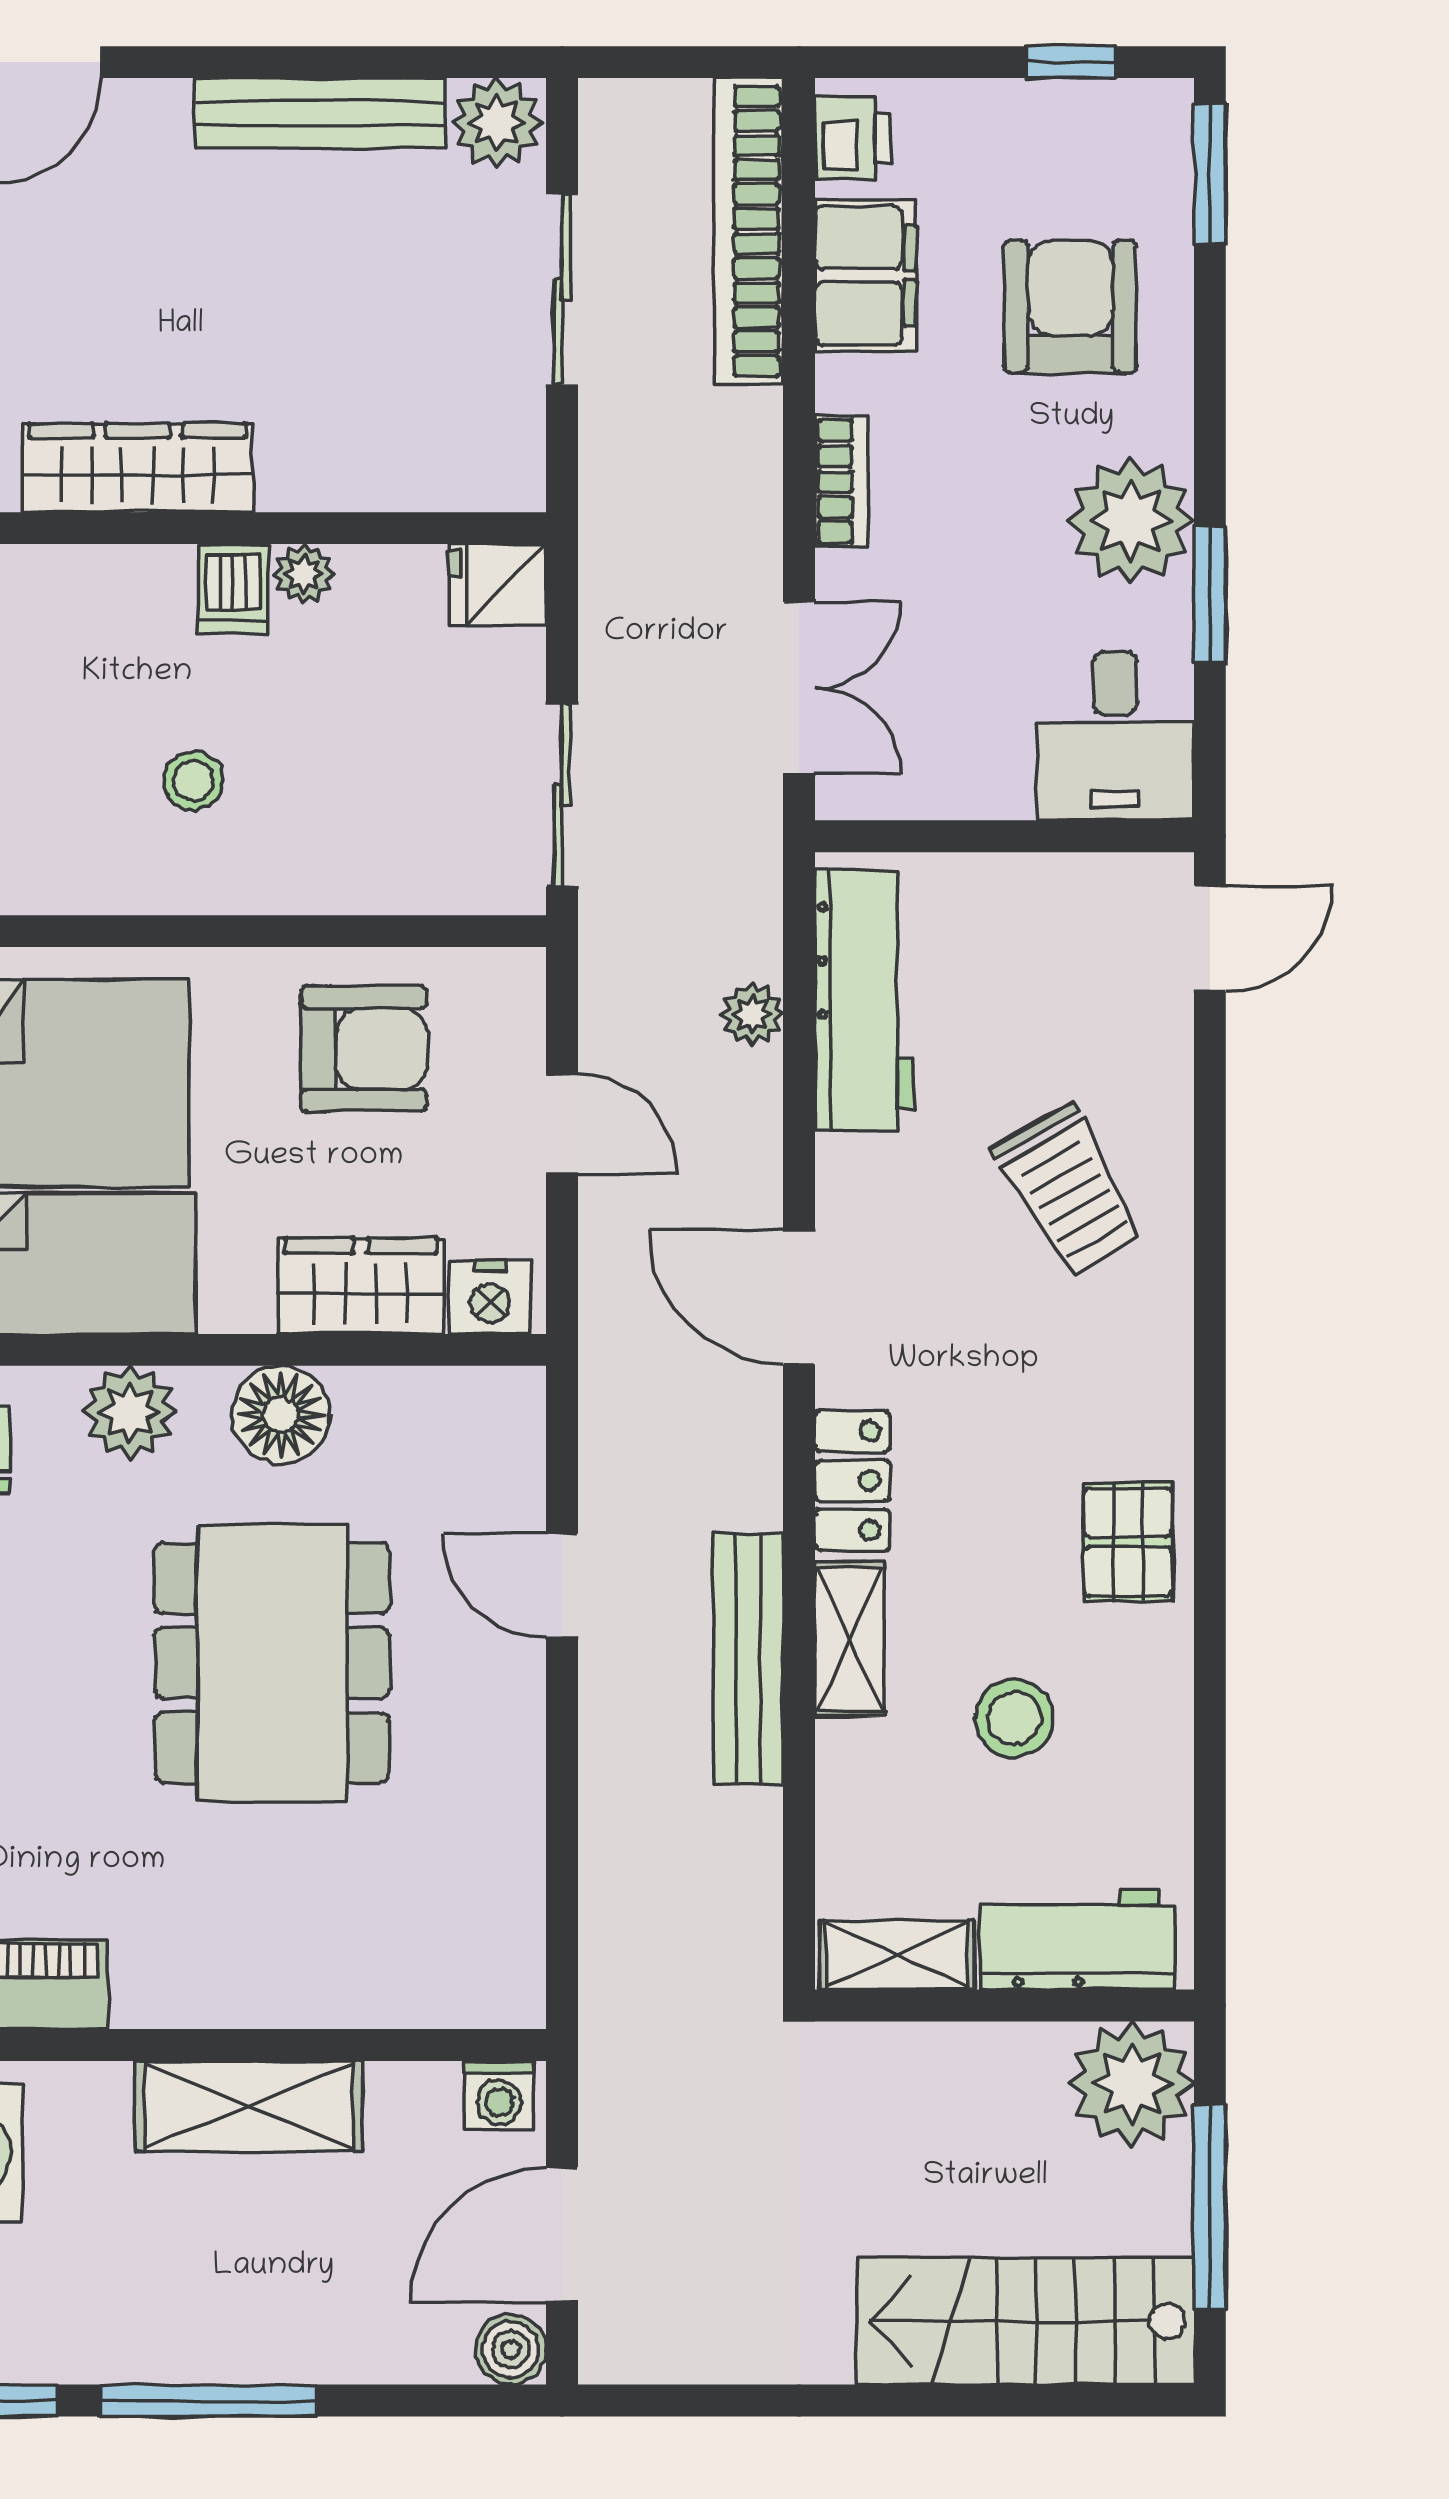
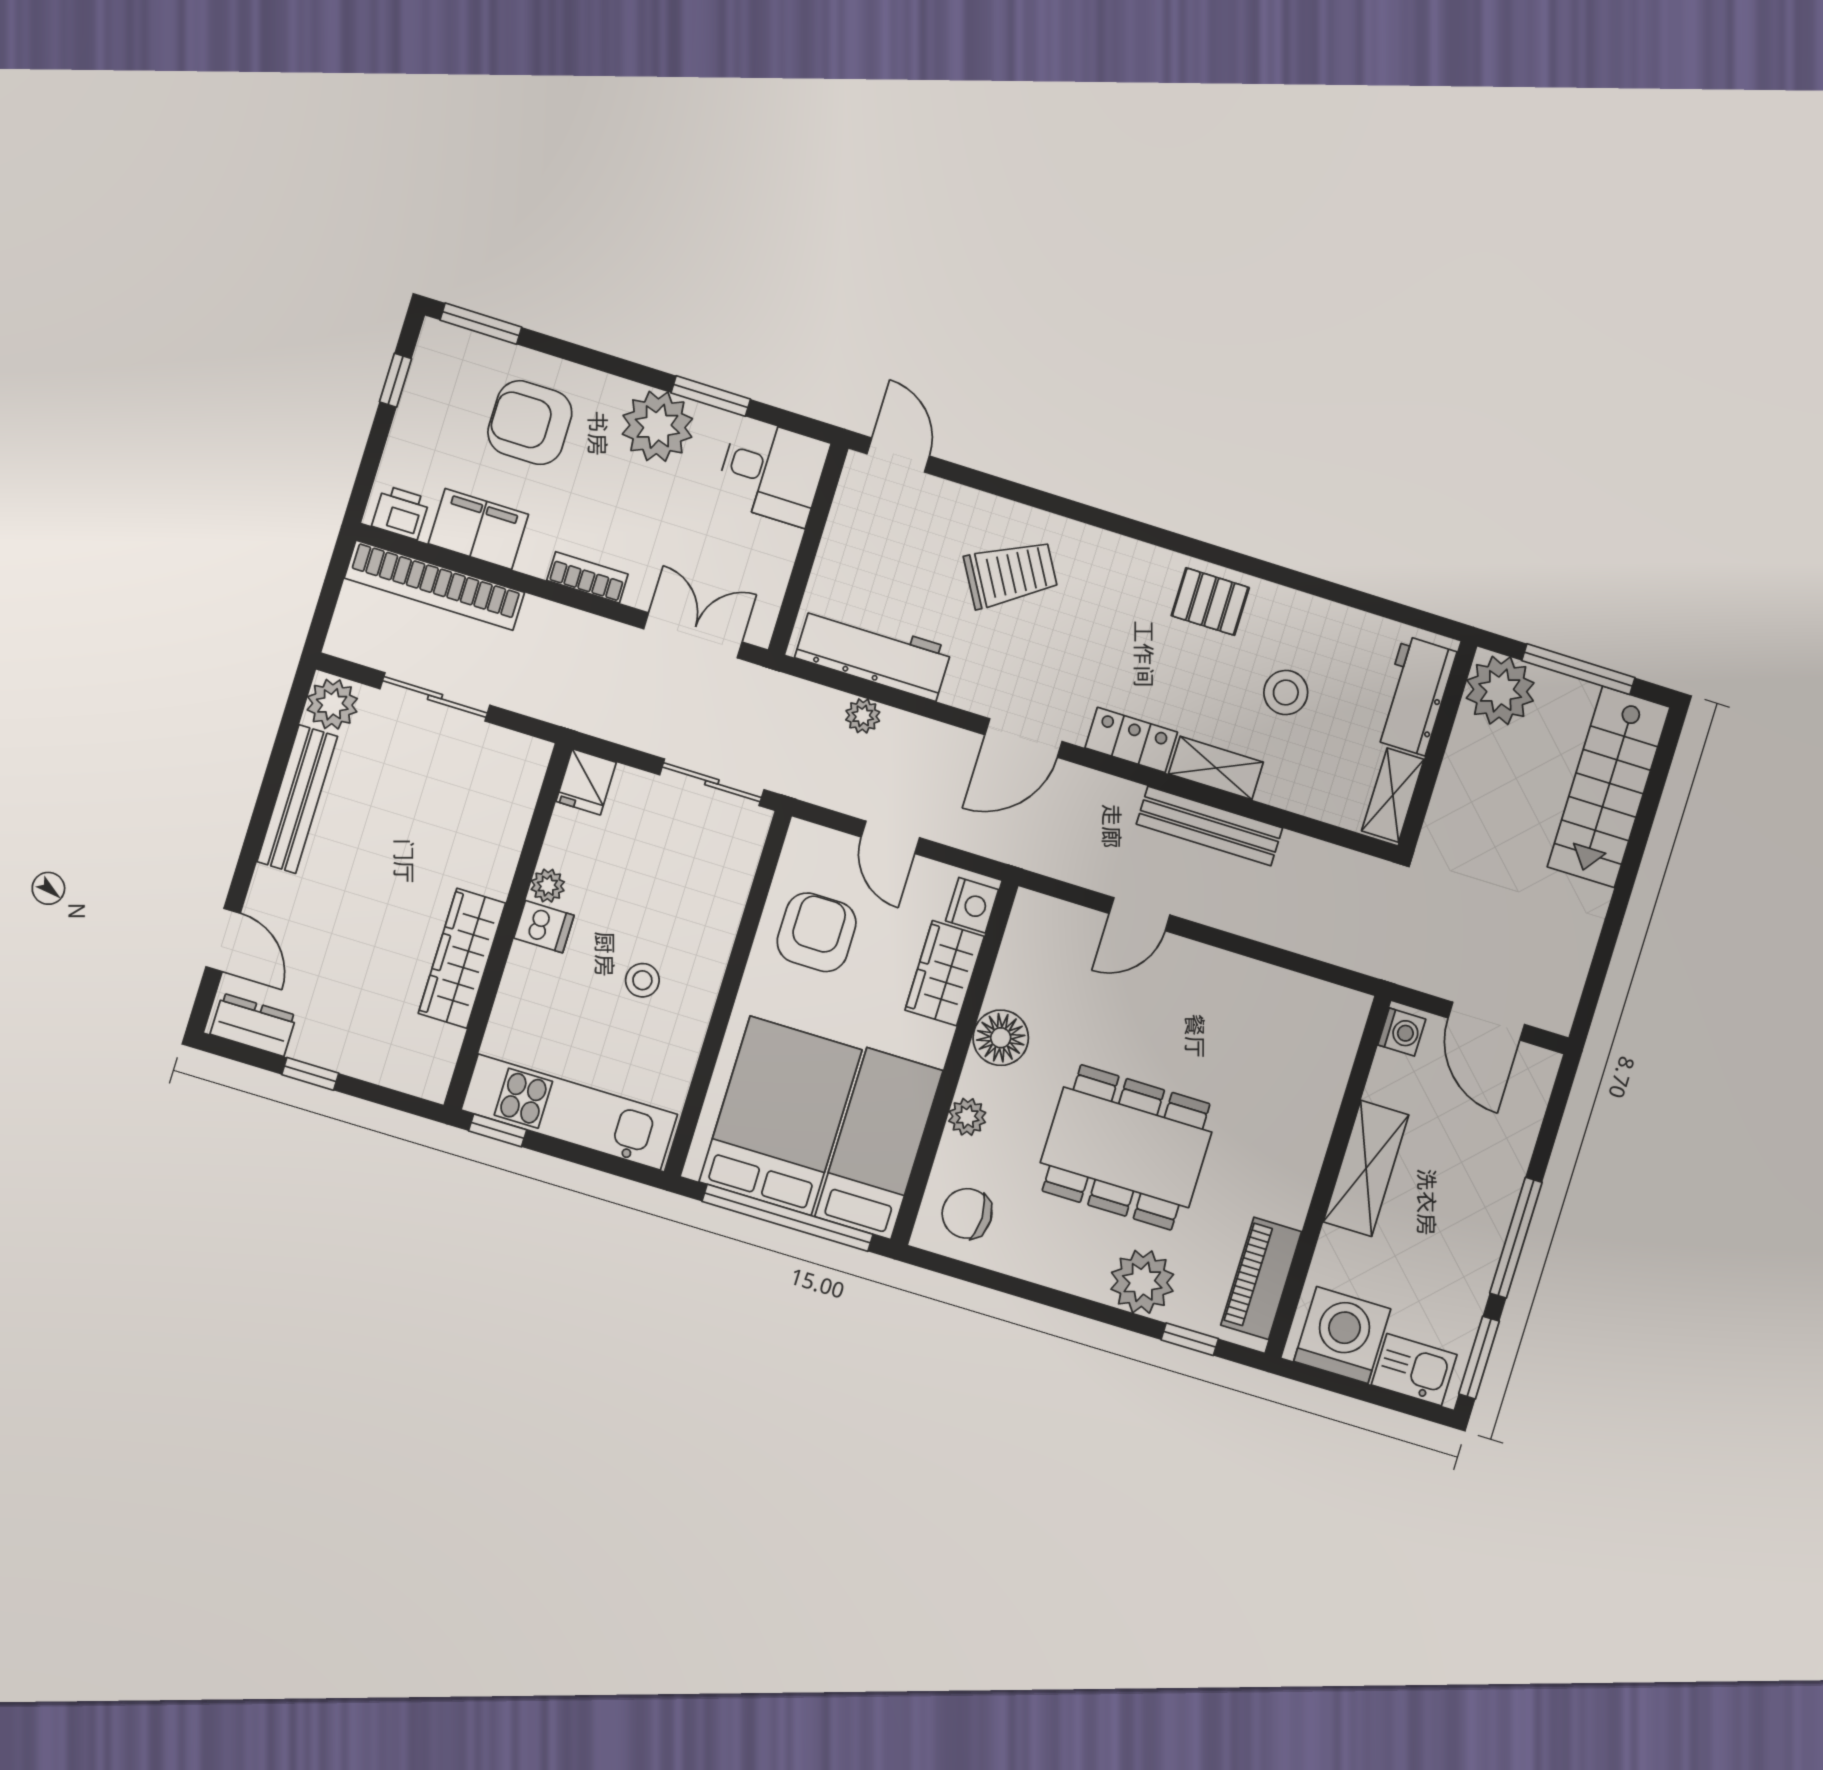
door: (562, 1124) -> (890, 837), swing flipped
plant: (130, 1412) -> (967, 1117), width x0.73, depth x0.73
dining table: (272, 1663) -> (1126, 1147), moved
boiler: (511, 2349) -> (1539, 1067), removed

